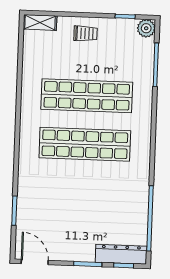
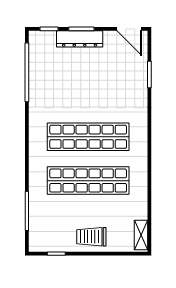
shelving: (40, 22) -> (141, 235), moved, turned 90
plant: (146, 28) -> (37, 244), removed
trolley: (86, 34) -> (91, 237), width x1.36, depth x1.39
dresser: (121, 254) -> (80, 39), moved

